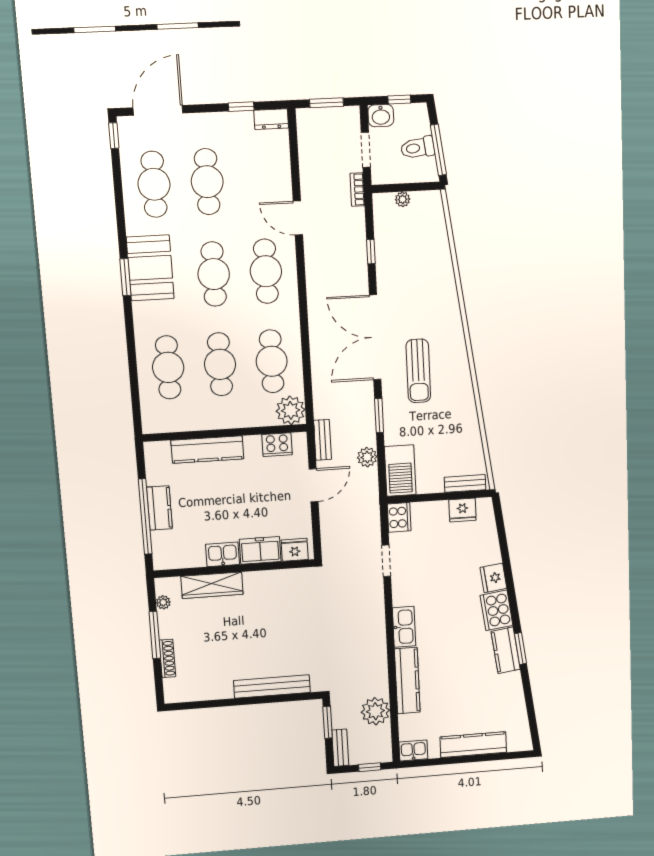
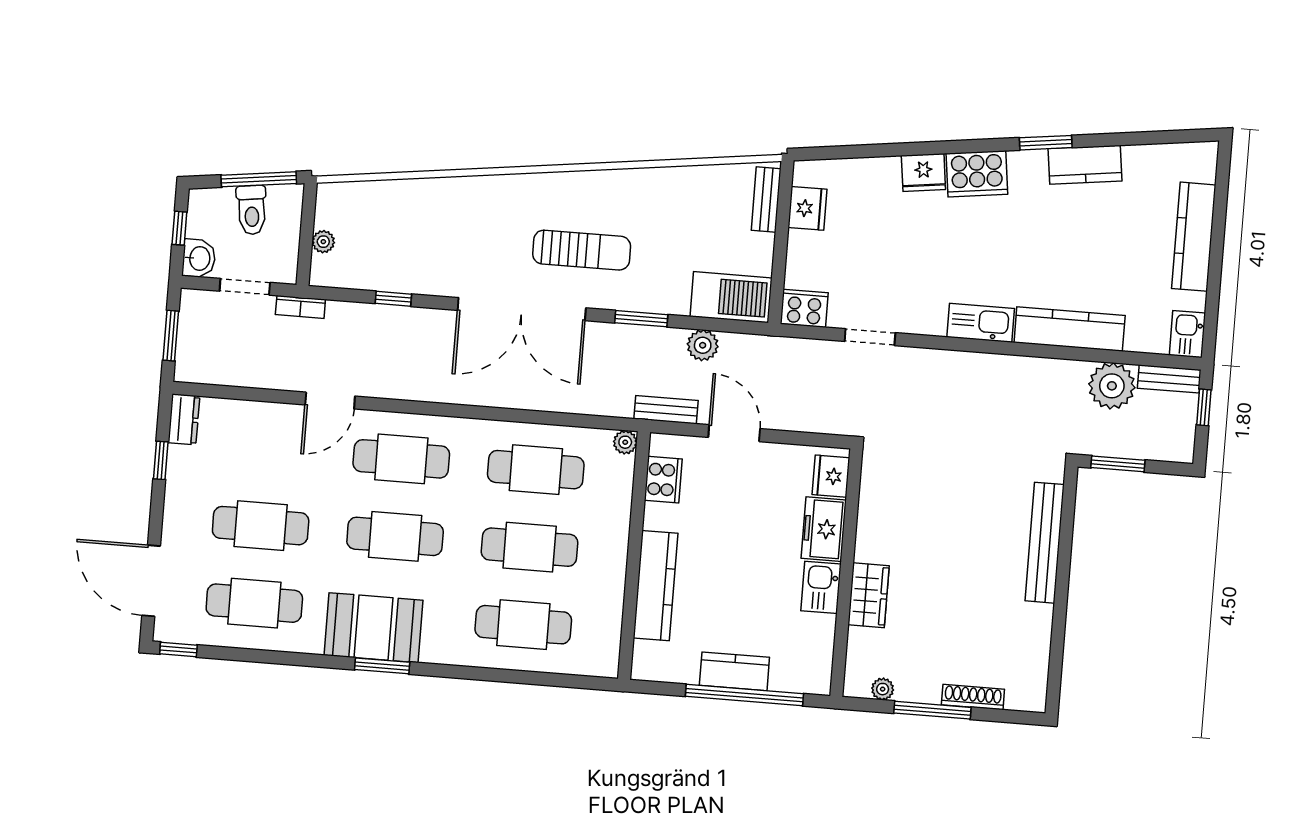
plant: (291, 410) -> (625, 442), width x0.53, depth x0.53
wardrobe: (212, 585) -> (869, 595), width x0.67
kitchen counter: (506, 650) -> (1085, 165), moved
bench: (340, 748) -> (1169, 379), moved

